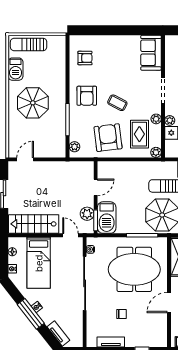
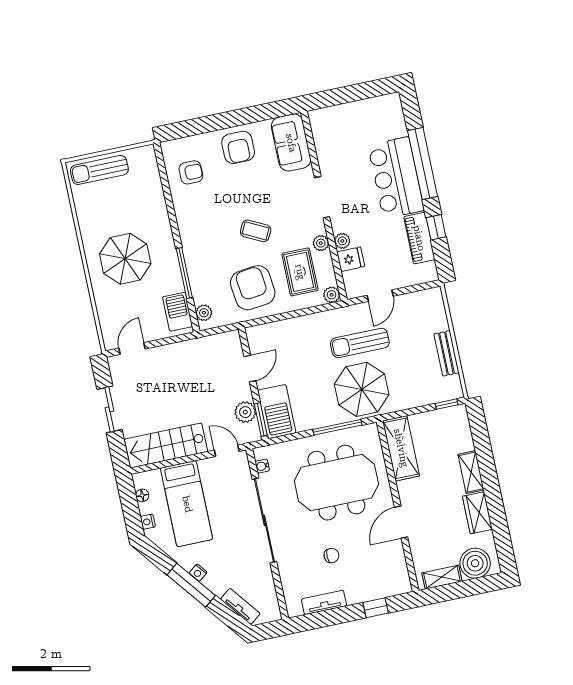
barbecue: (16, 69) -> (178, 312), moved, turned 180
armchair: (87, 96) -> (238, 147), moved

